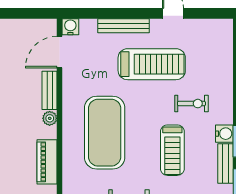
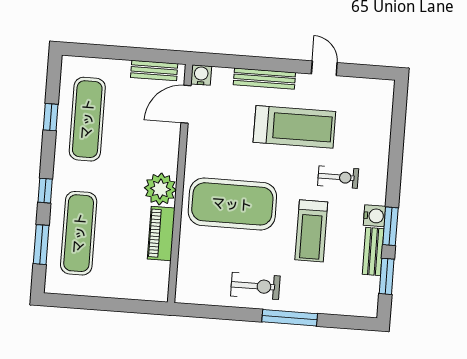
bench: (50, 90) -> (154, 71), moved, turned 90
plant: (50, 118) -> (160, 189), width x1.87, depth x1.87
exercise mat: (105, 133) -> (232, 204), turned 90

